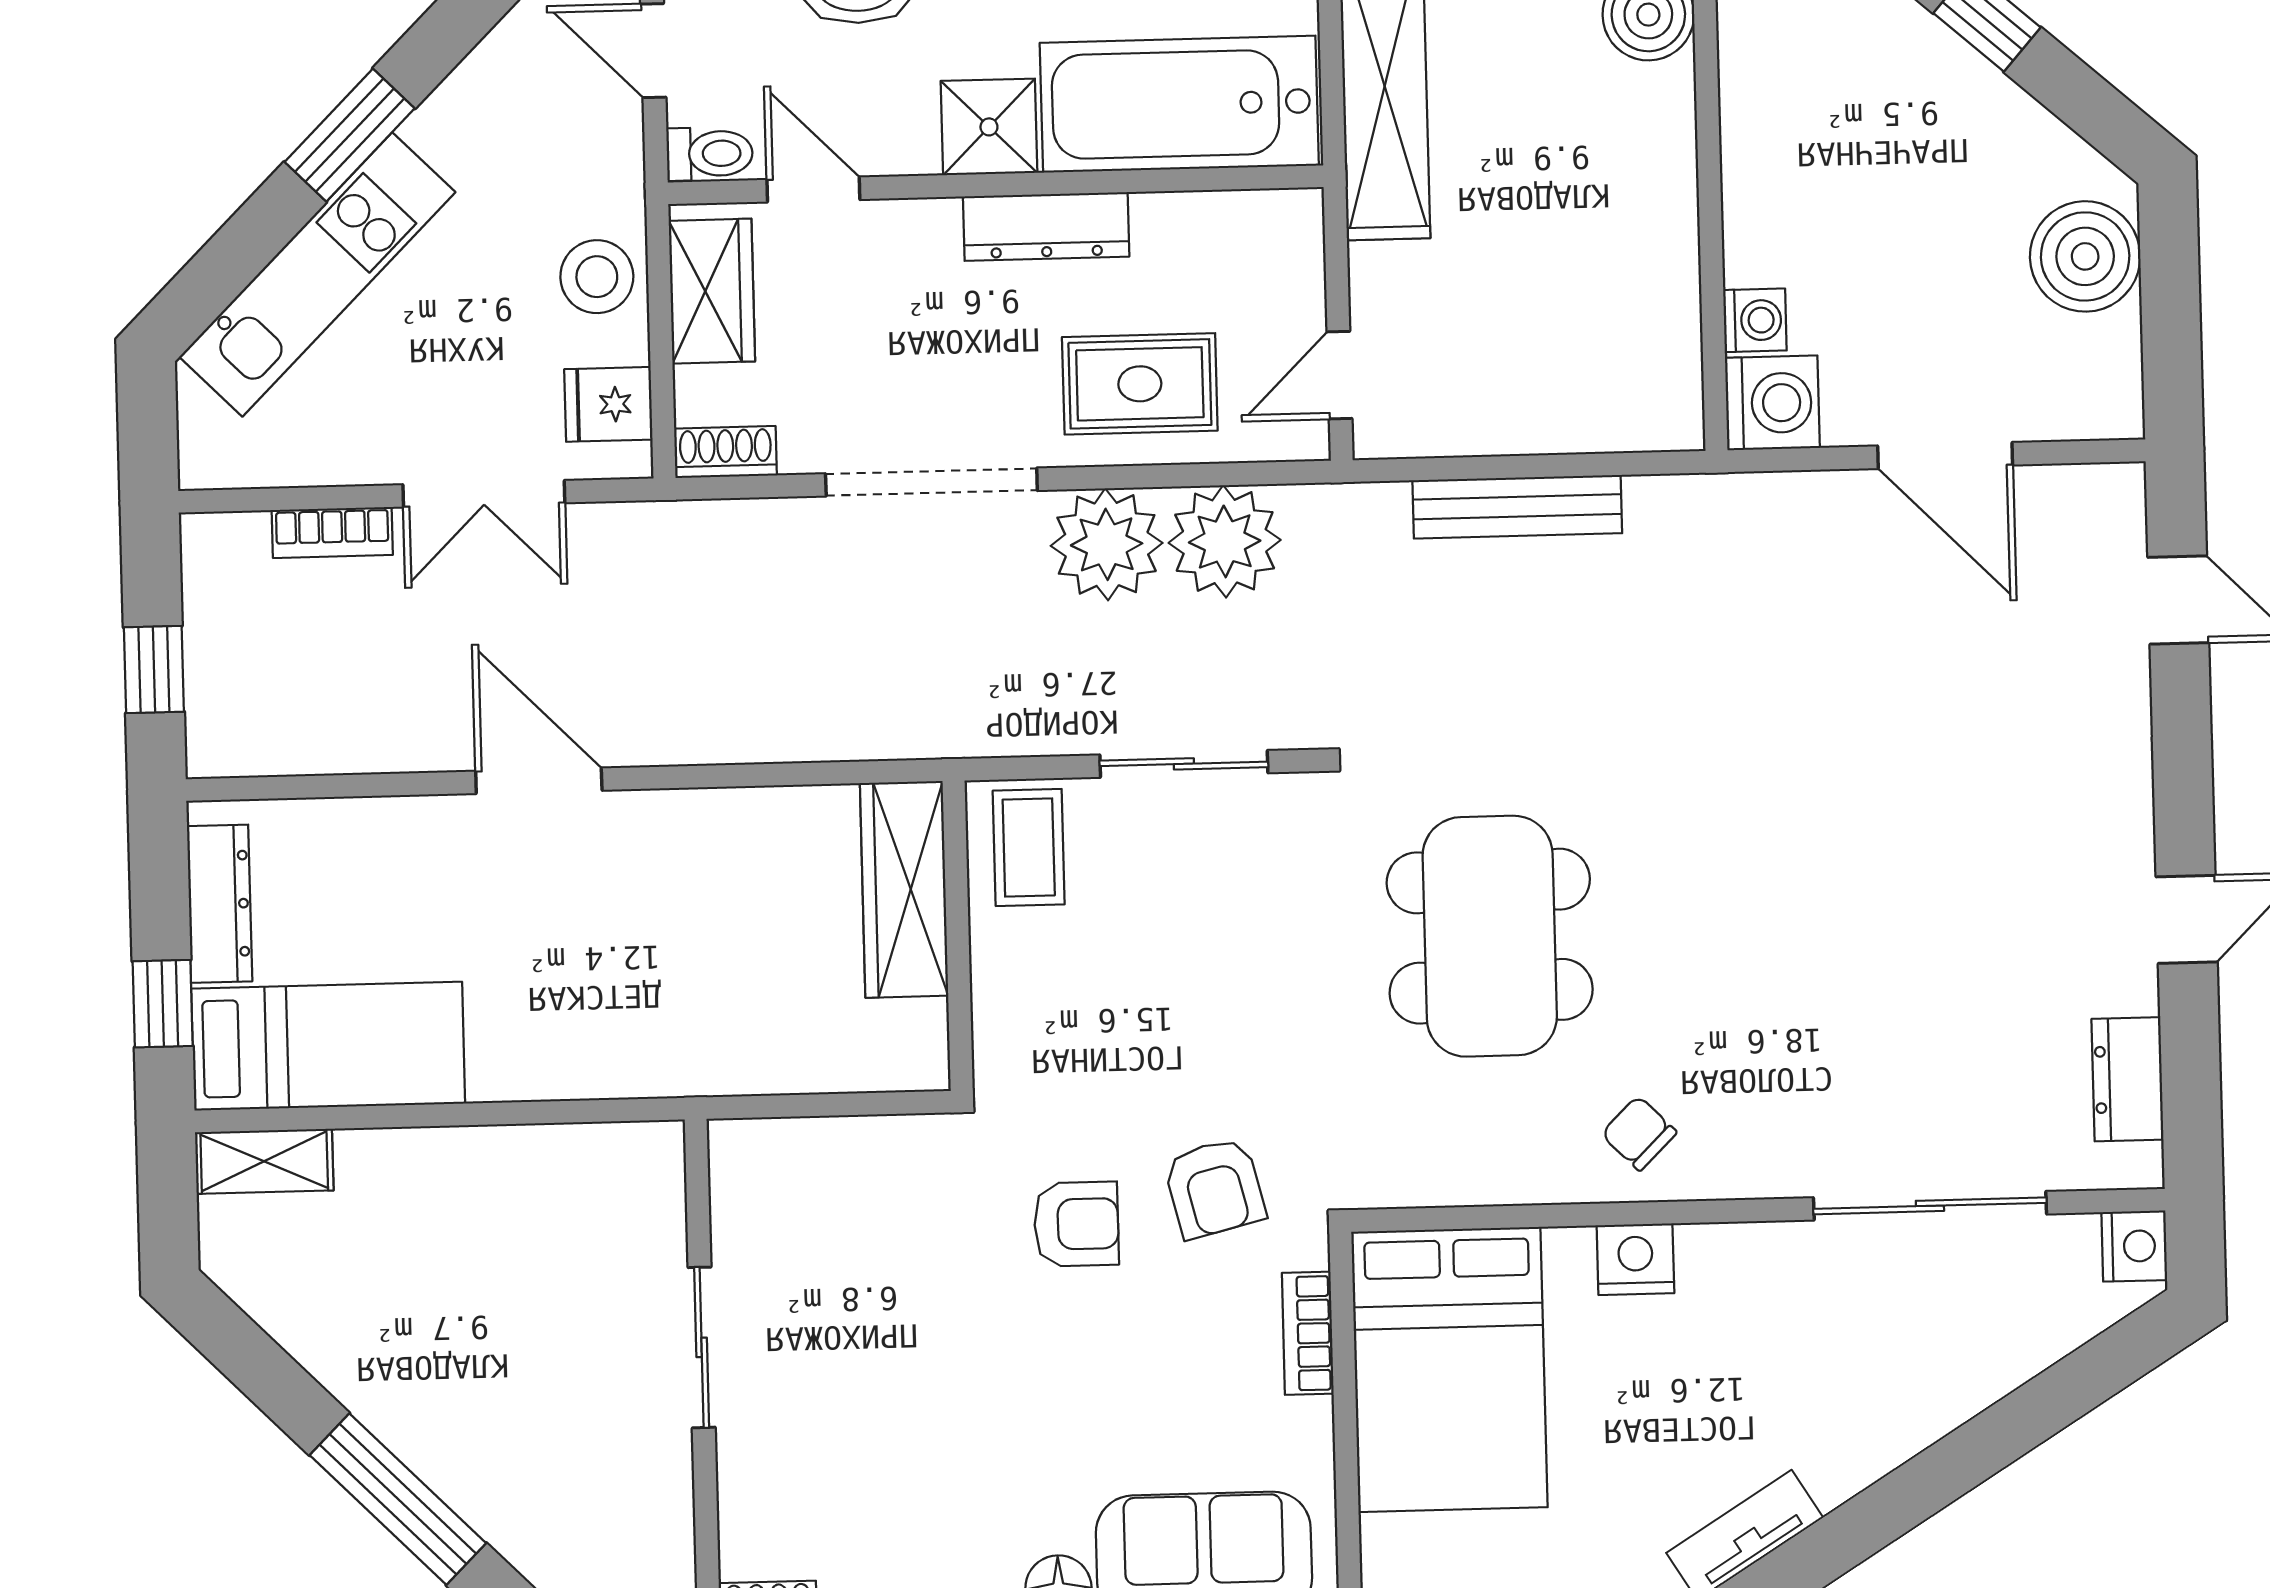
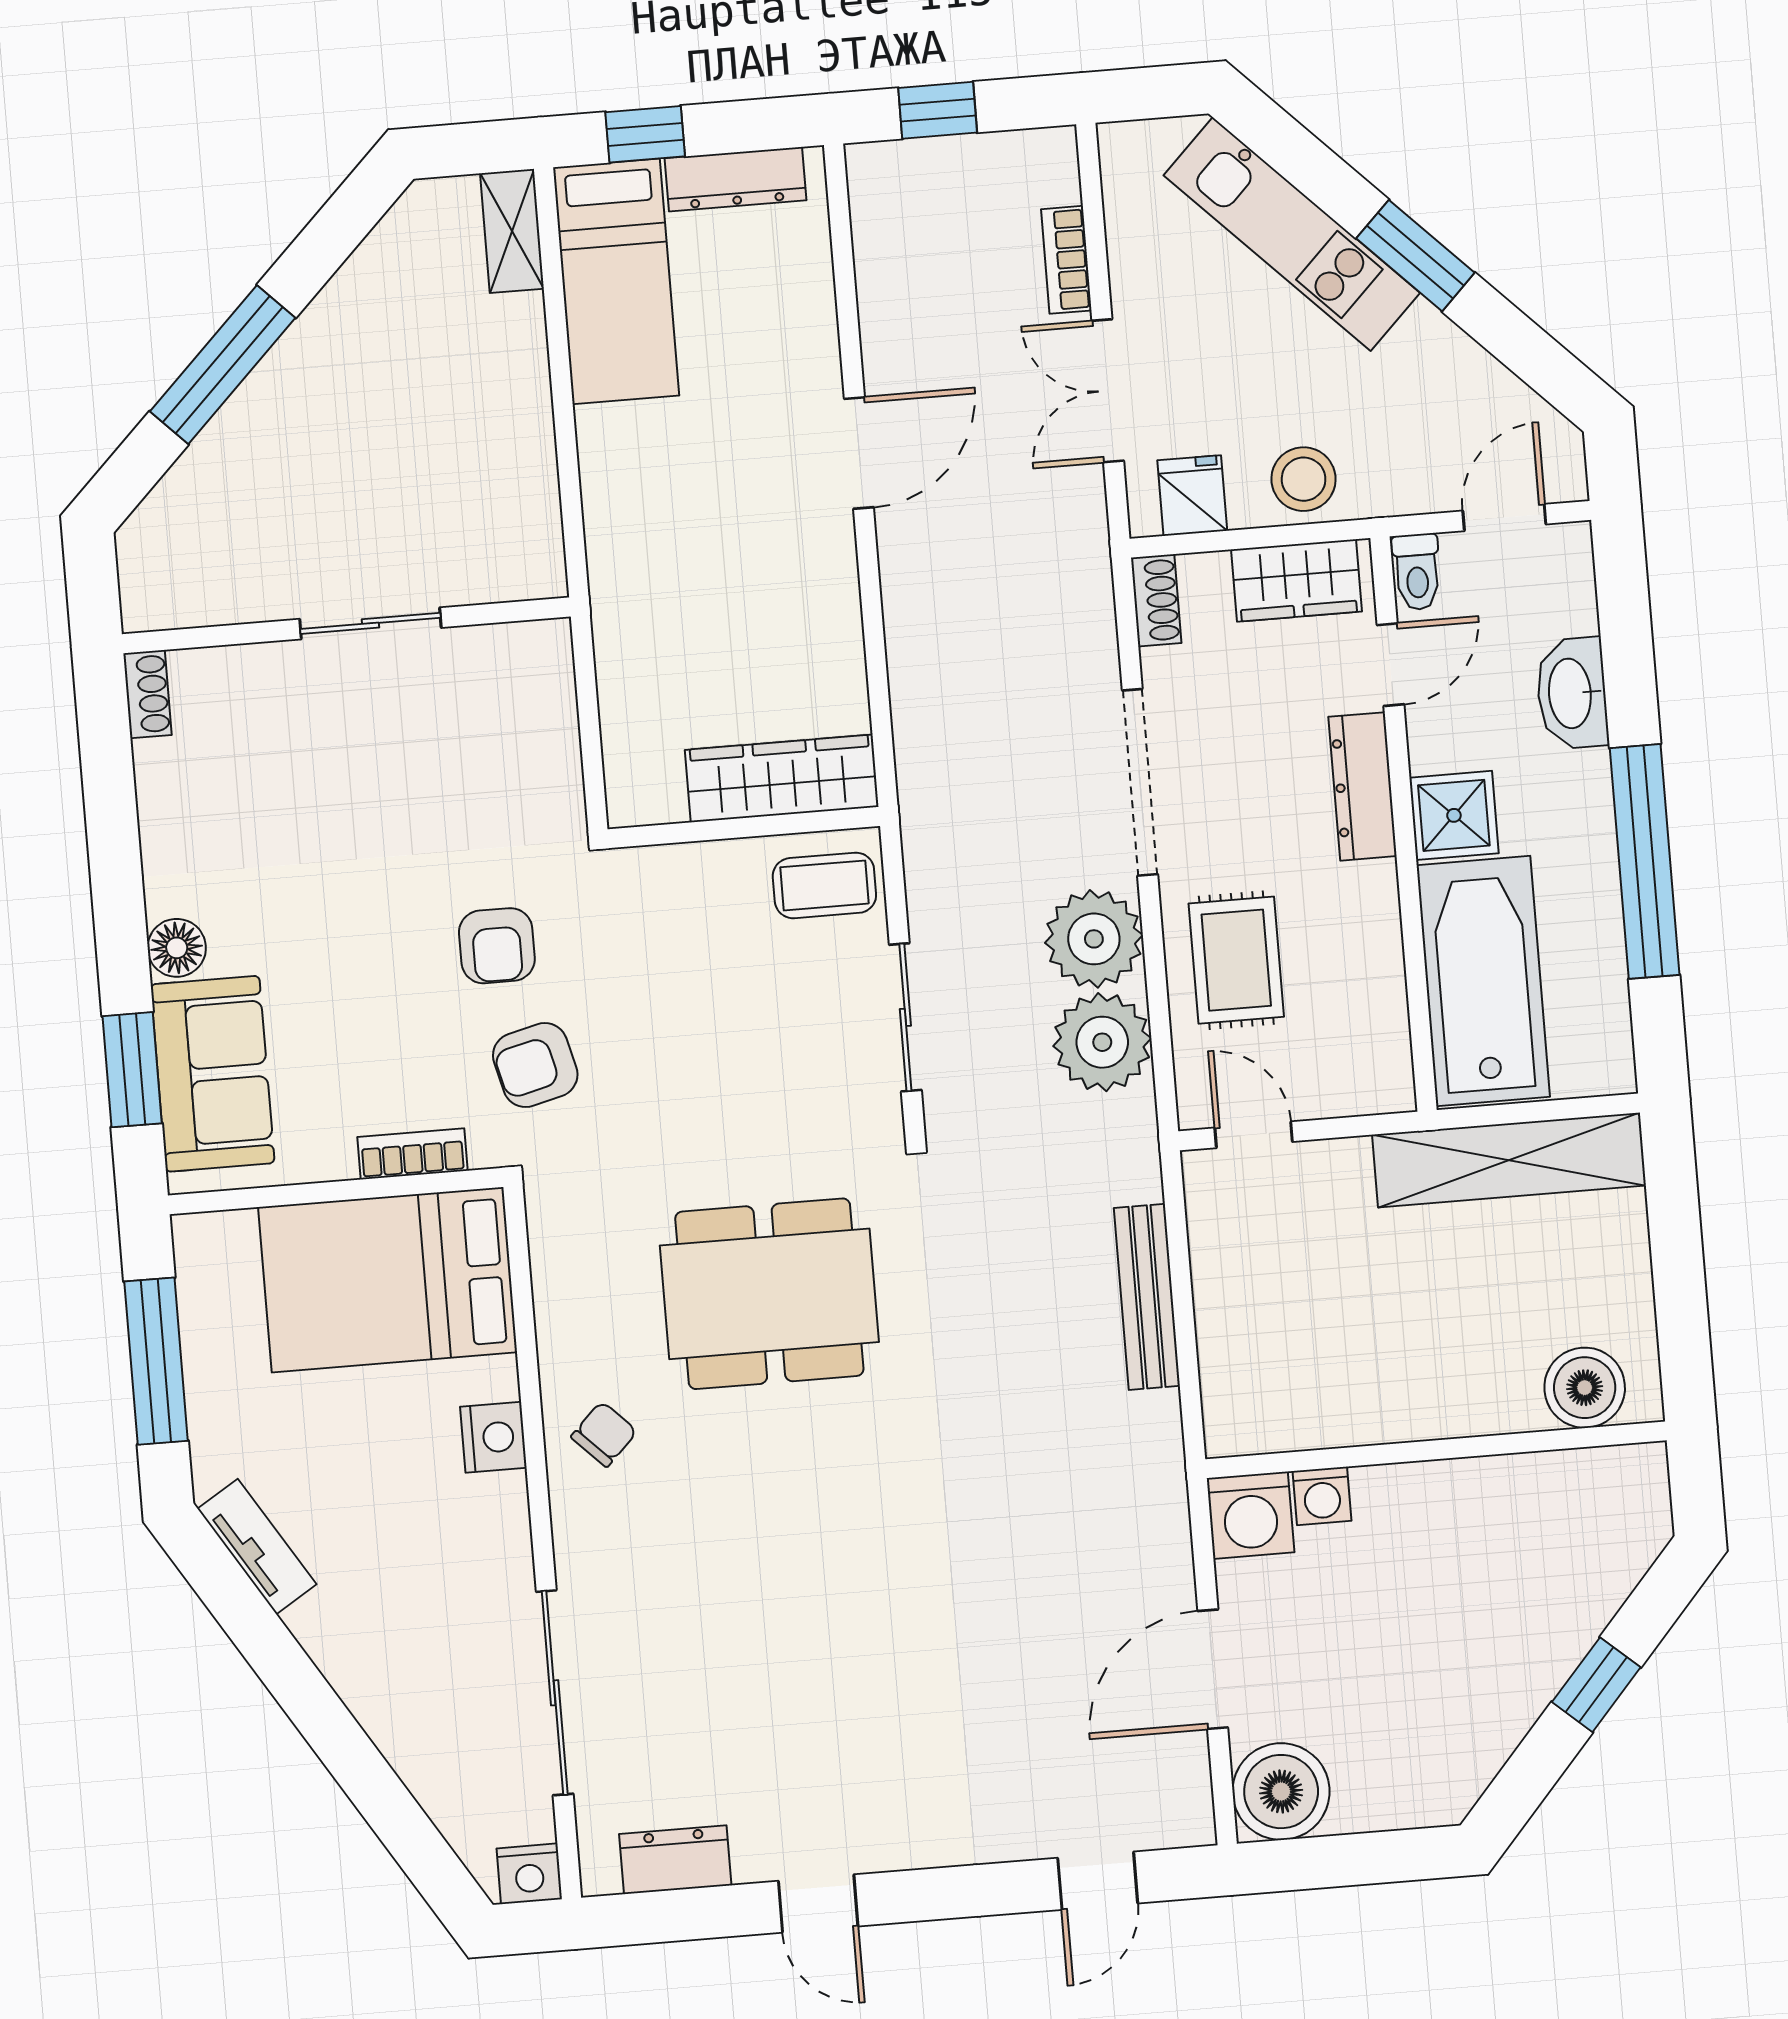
dresser: (1046, 227) -> (1363, 786), moved
boiler: (2085, 256) -> (1281, 1792), moved

